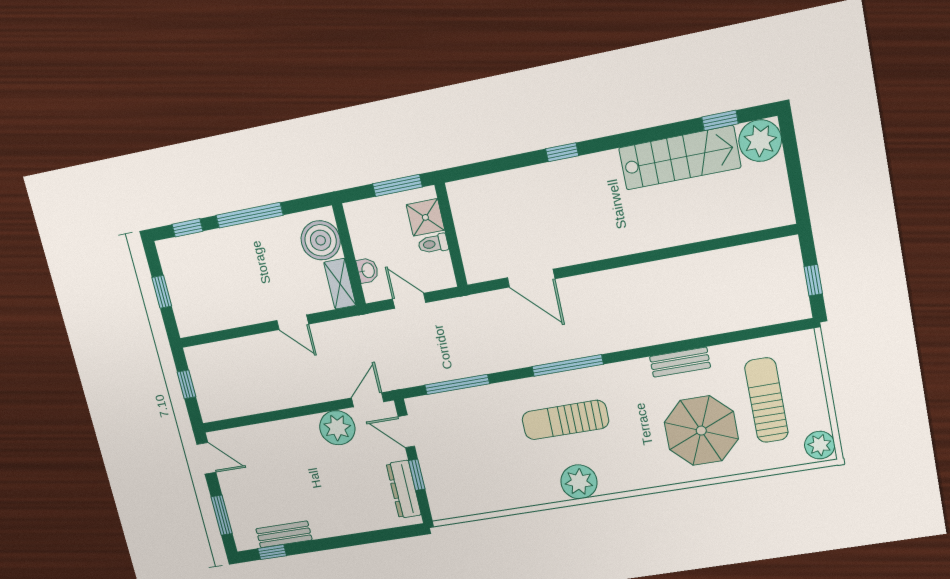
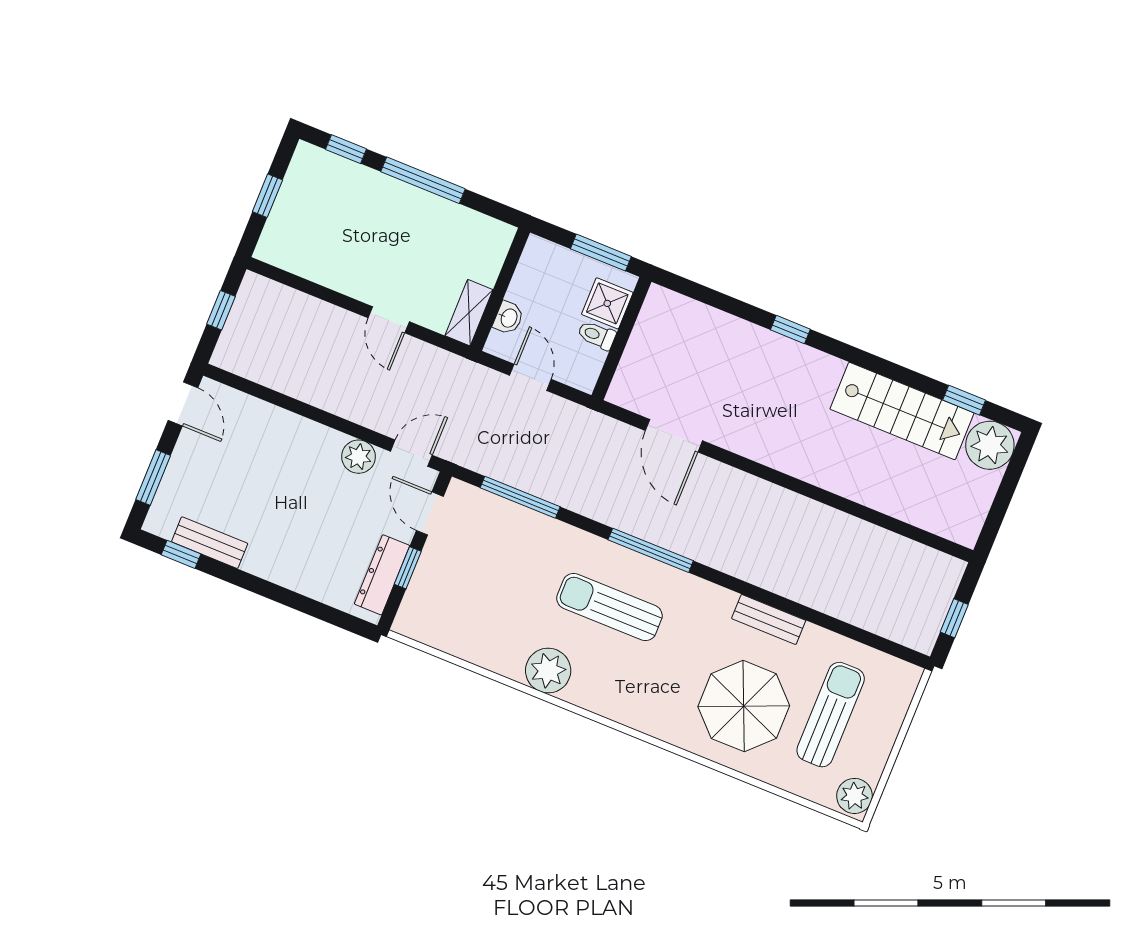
boiler: (321, 240) -> (481, 255), removed
plant: (337, 428) -> (359, 457), width x0.73, depth x0.73
plant: (579, 482) -> (548, 671), moved

